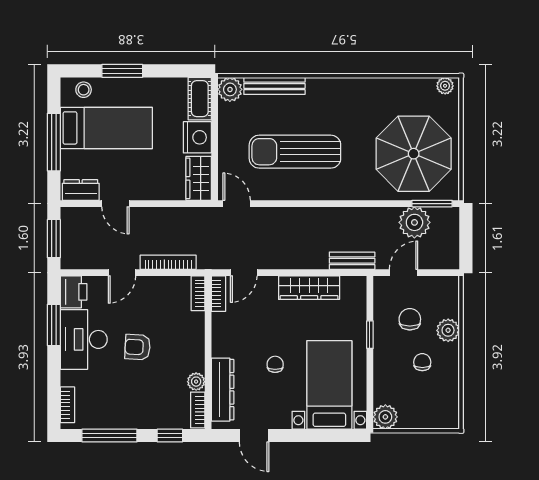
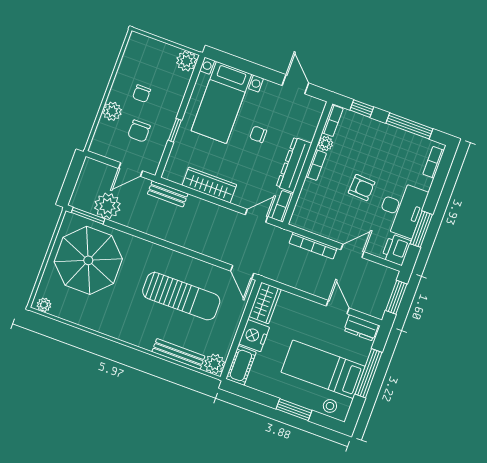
bookcase: (198, 293) -> (316, 165), moved
chair: (275, 364) -> (258, 134), turned 90
dresser: (223, 390) -> (294, 165), moved

